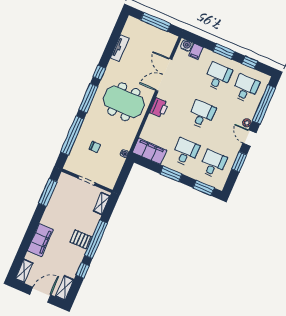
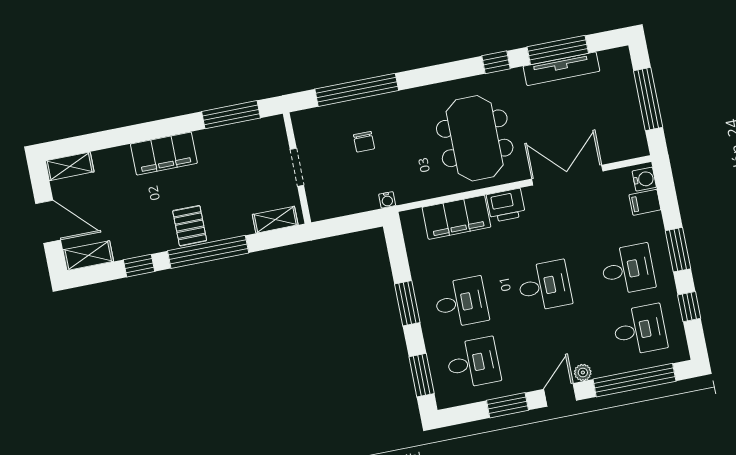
tv unit: (120, 48) -> (561, 69), width x1.41
window: (88, 98) -> (558, 50), moved
filing cabinet: (150, 151) -> (456, 217), moved, turned 90
filing cabinet: (40, 240) -> (164, 154), moved

